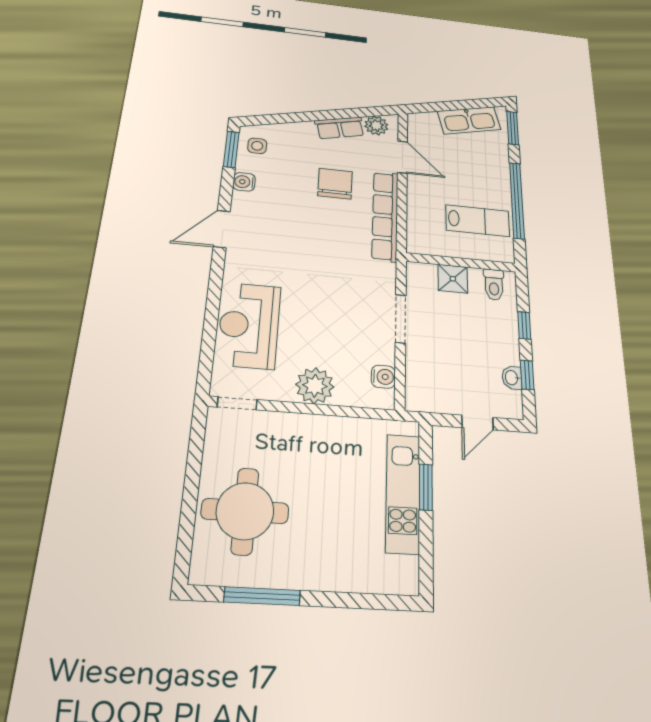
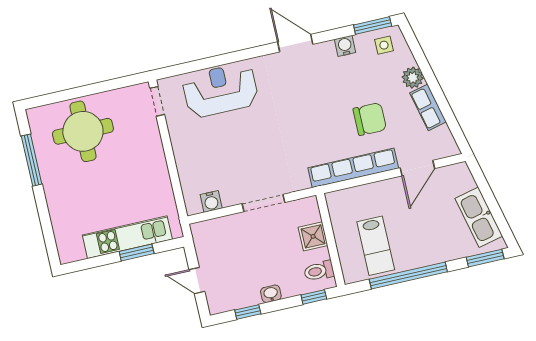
plant: (376, 125) -> (413, 78), moved
window: (524, 325) -> (314, 297), moved
washbasin: (512, 378) -> (271, 294), moved
plant: (315, 386) -> (188, 153), removed

